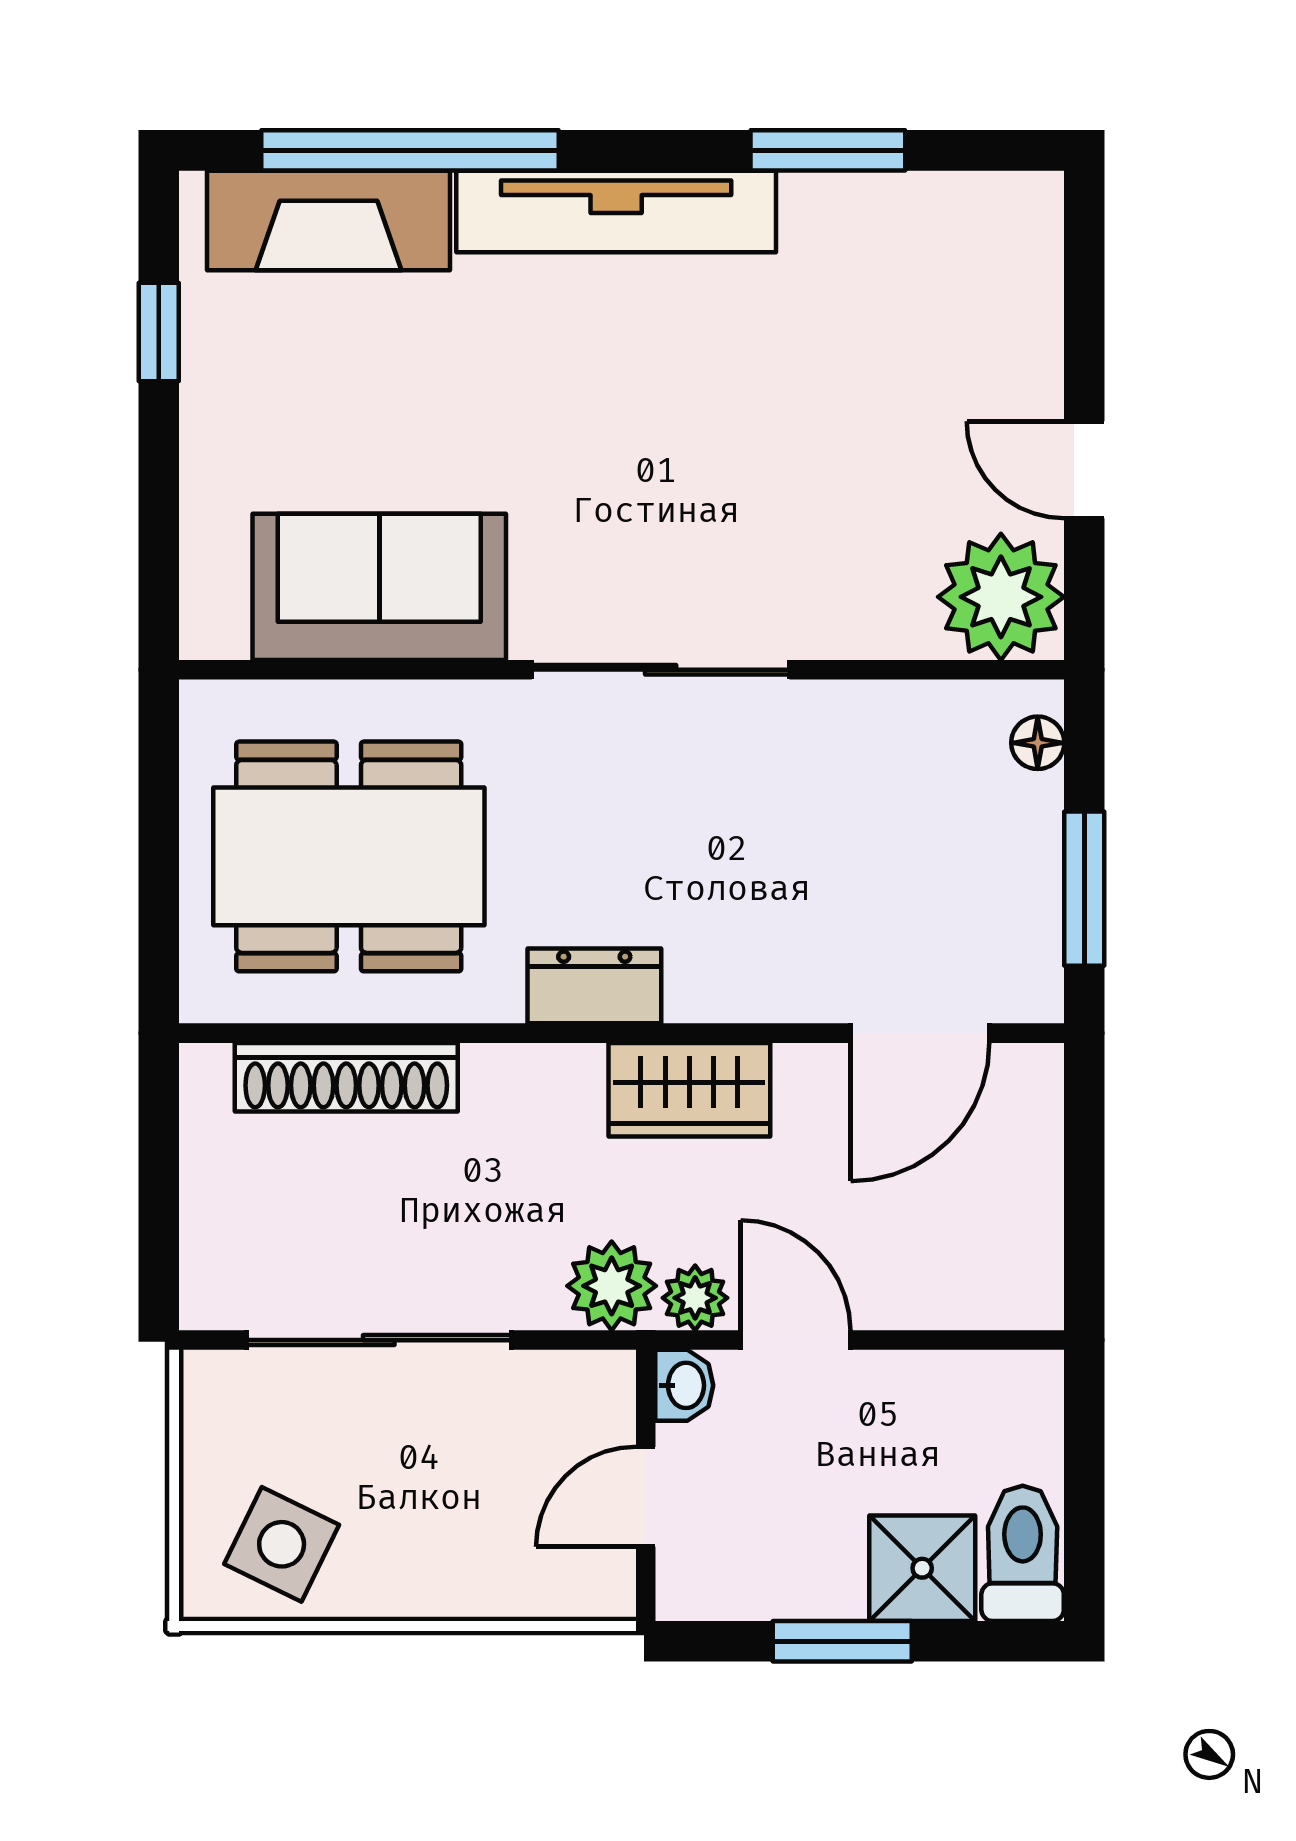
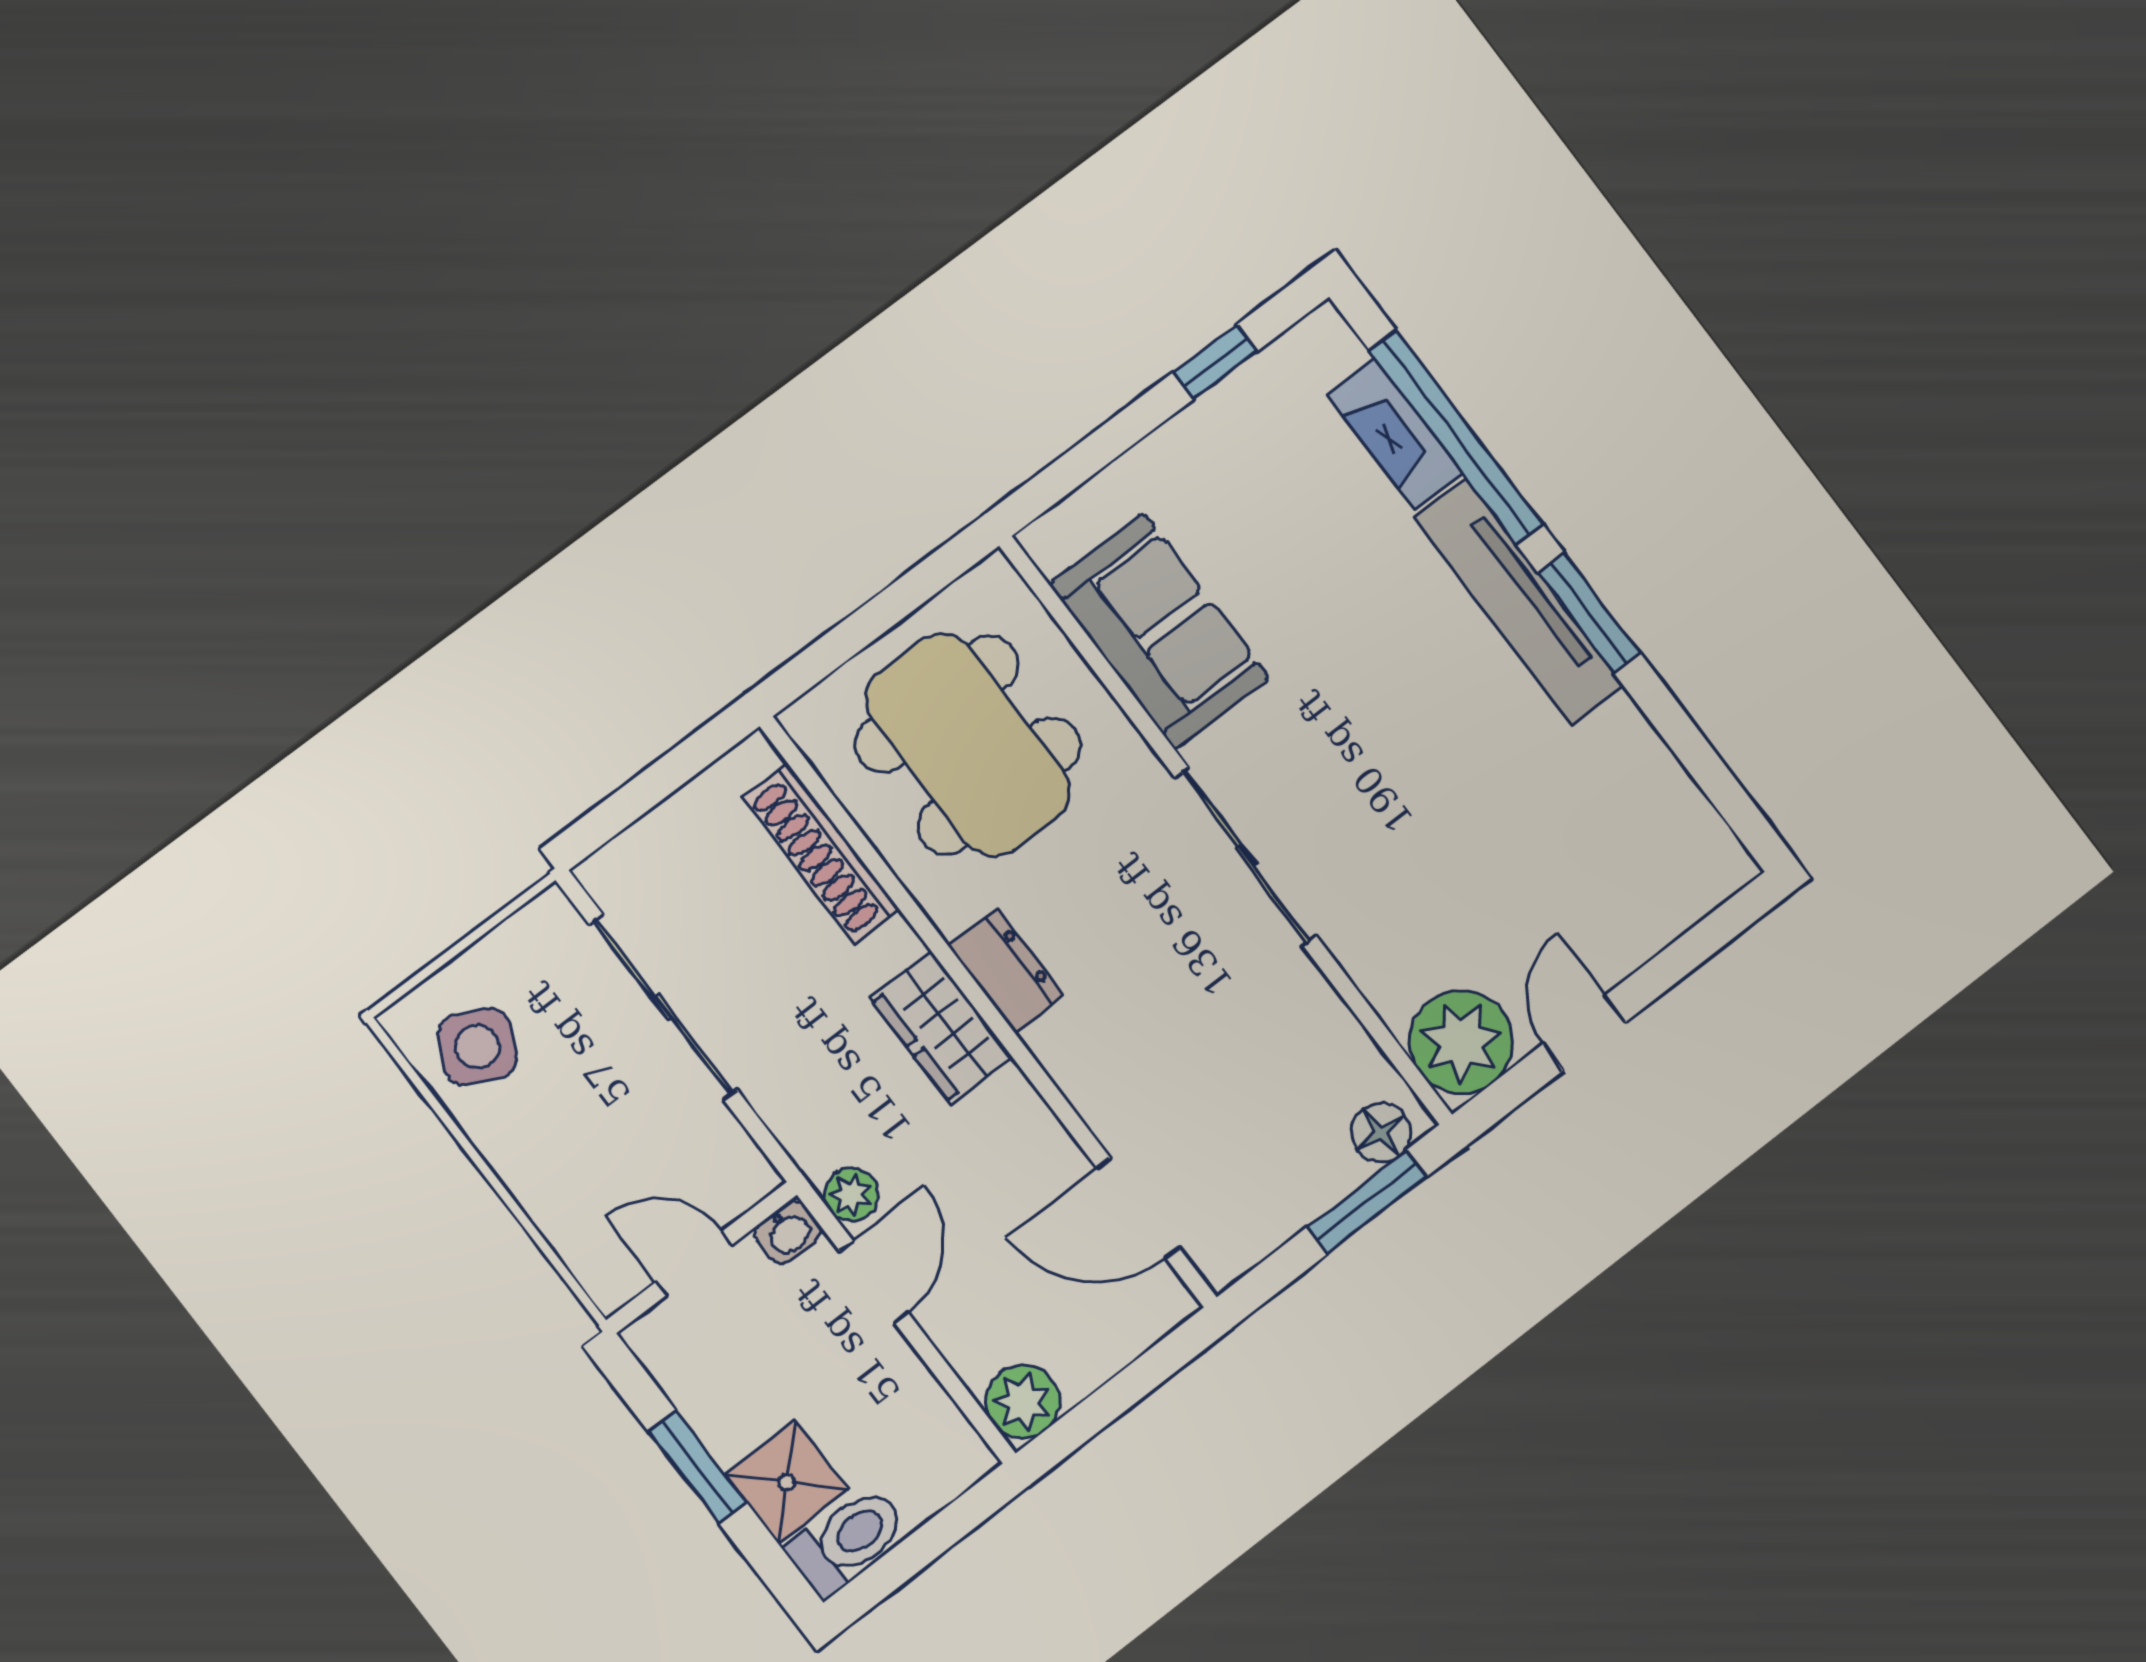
window: (828, 150) -> (1589, 613), moved
fireplace: (329, 221) -> (1395, 434), width x0.73, depth x0.76
floor lamp: (1038, 743) -> (1381, 1133), width x1.37, depth x1.37
window: (1084, 889) -> (1367, 1202), moved
wardrobe: (689, 1090) -> (941, 1027), moved
plant: (612, 1286) -> (1023, 1402), moved

